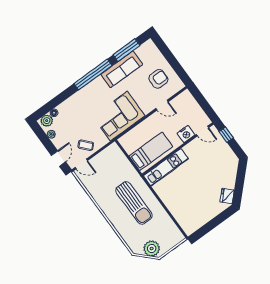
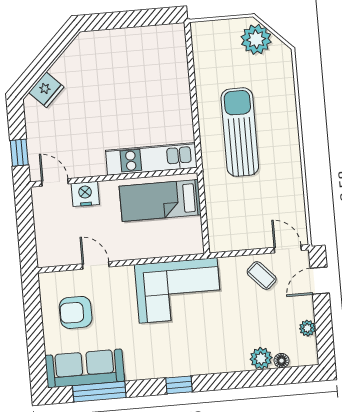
sofa: (122, 69) -> (85, 368), moved
window: (93, 75) -> (179, 385), width x0.32
plant: (47, 121) -> (261, 358), moved
fridge: (227, 196) -> (46, 90), moved

